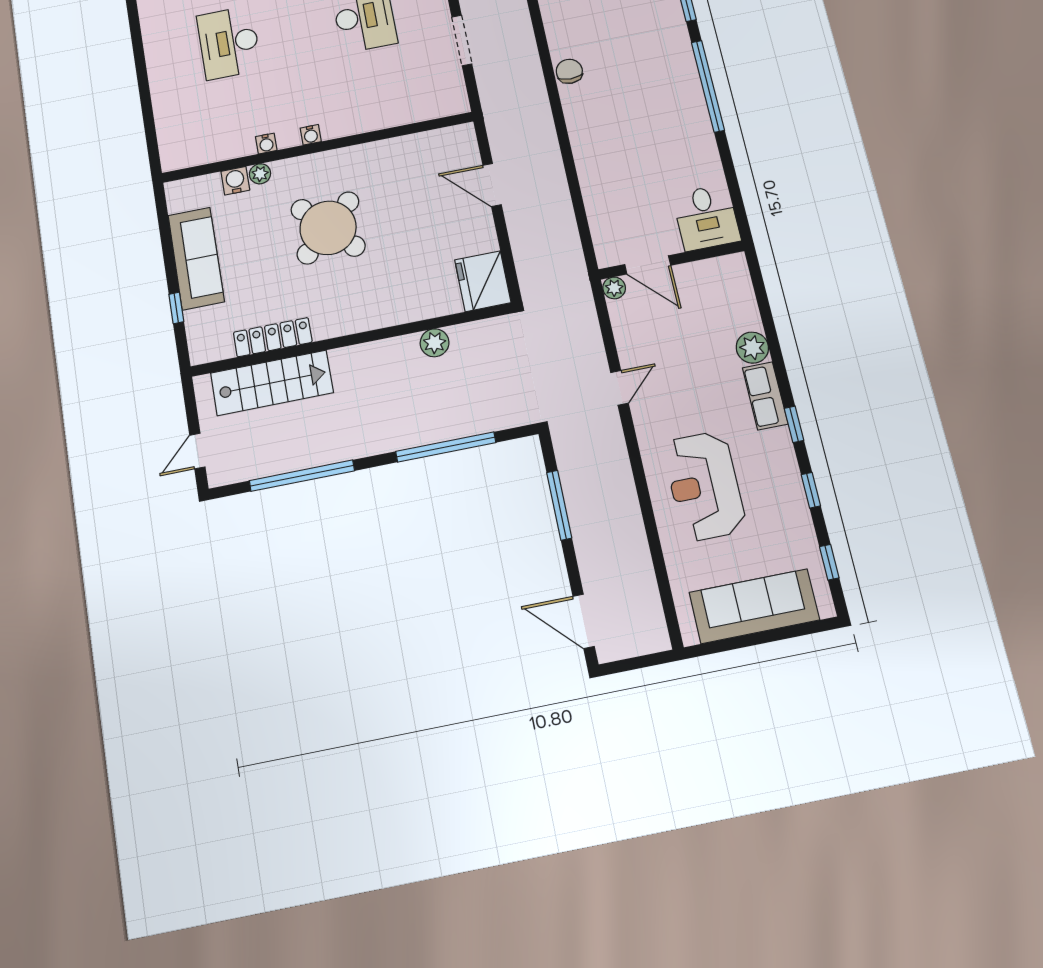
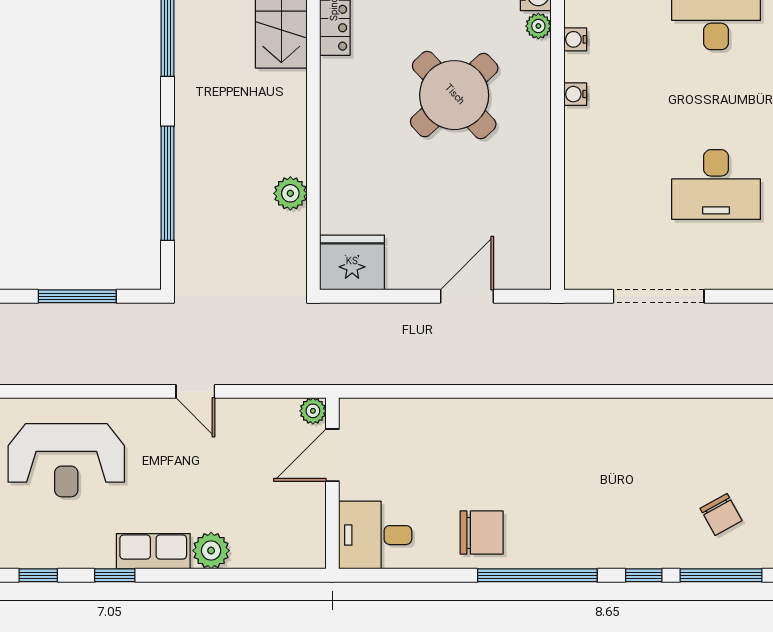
doorway: (462, 40) -> (659, 296), width x1.36
chair: (569, 71) -> (482, 533), moved, width x1.37, depth x1.37
reception desk: (704, 486) -> (66, 460), turned 180

